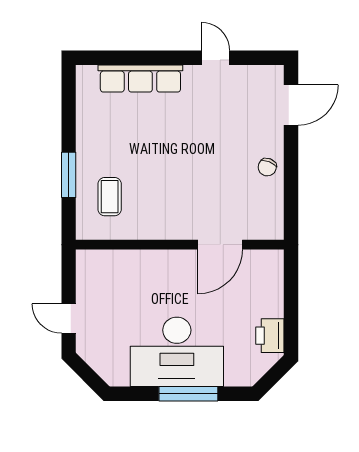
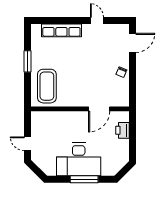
window: (69, 175) -> (28, 61), moved
coffee table: (110, 197) -> (47, 86), width x1.86, depth x1.72
printer: (270, 336) -> (123, 130), moved

